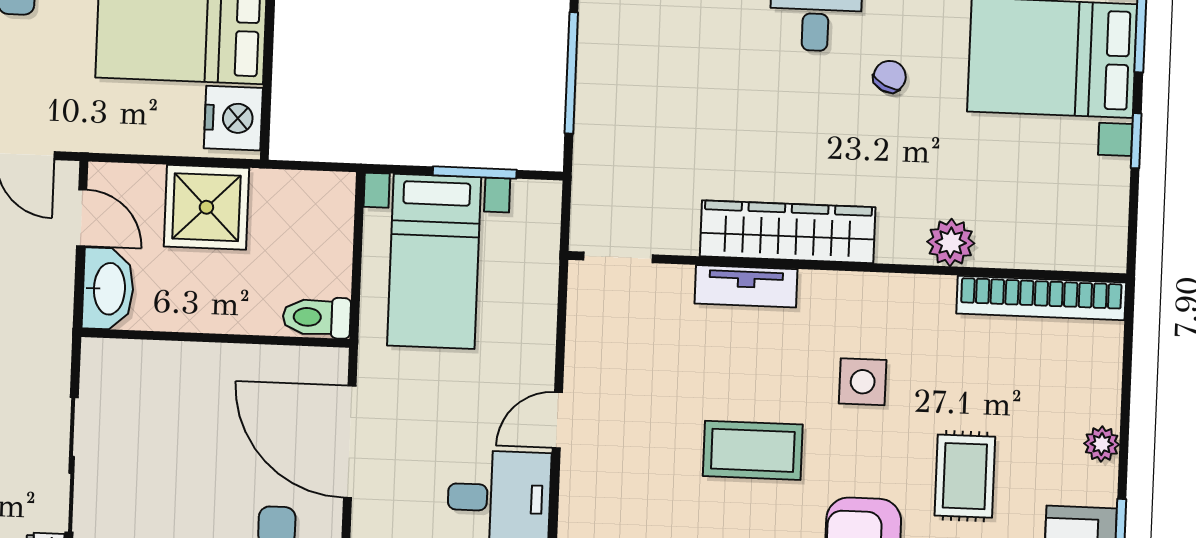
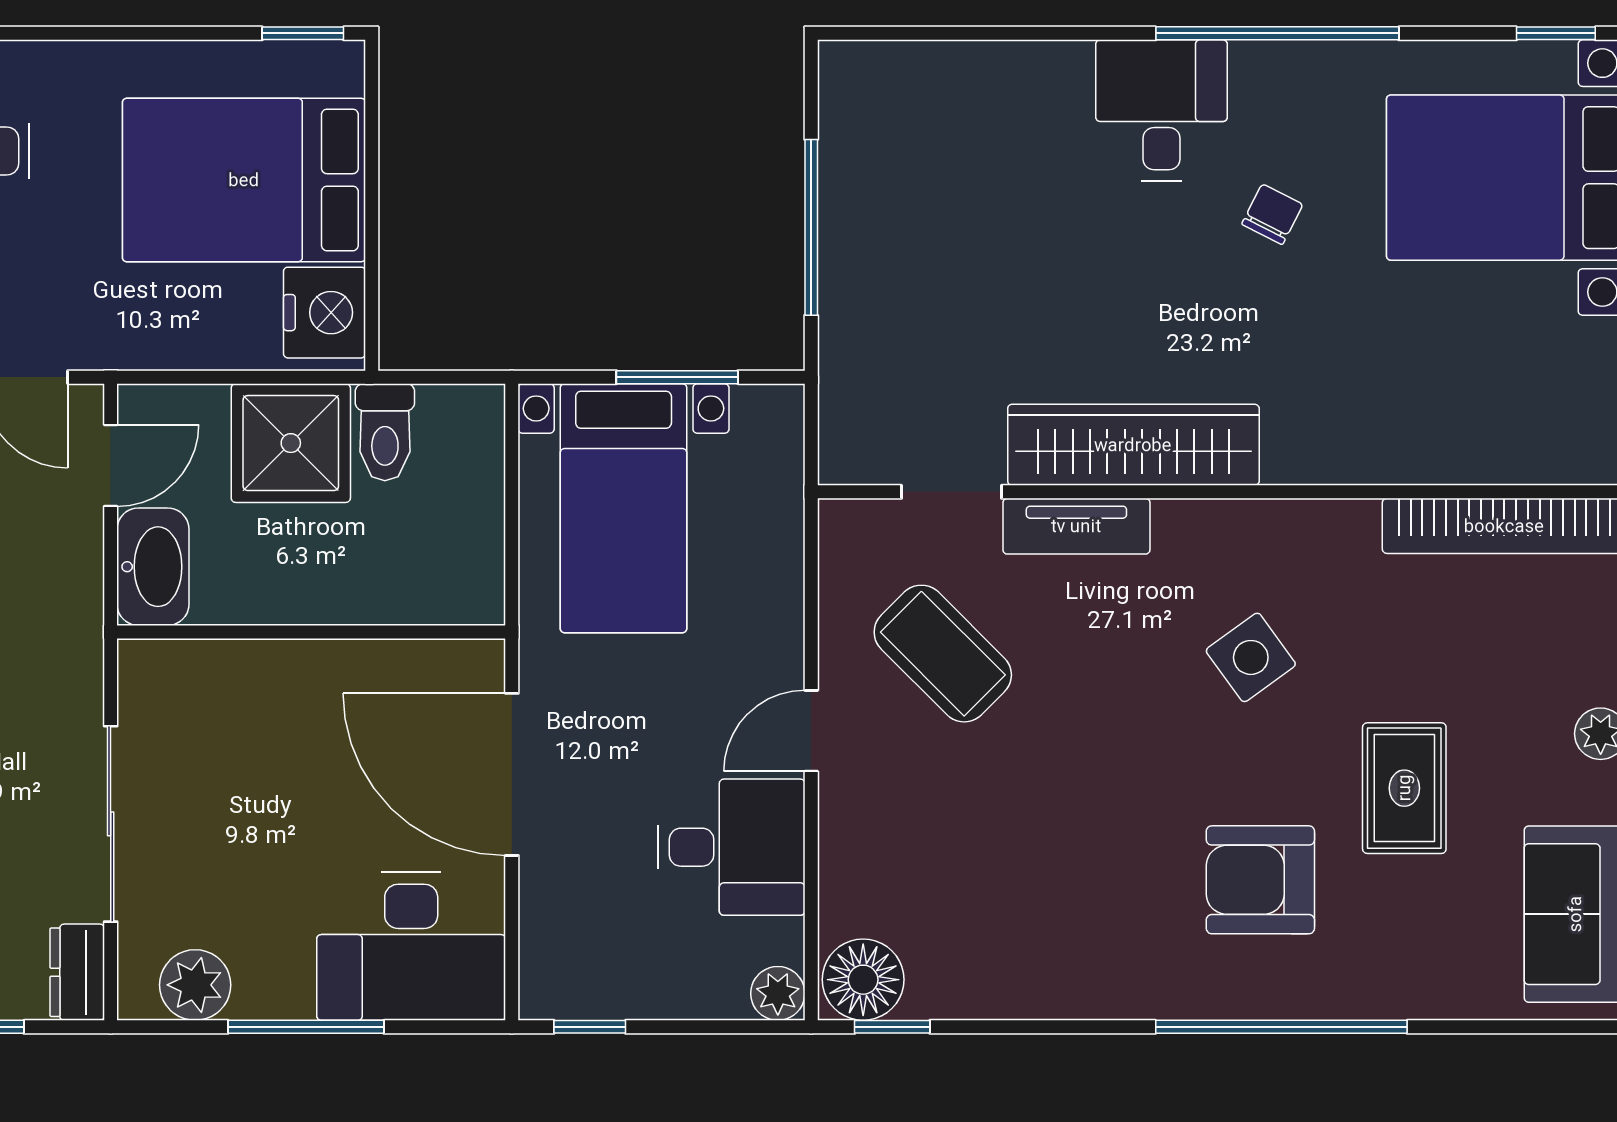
door: (82, 218) -> (111, 466), hinge flipped
plant: (951, 242) -> (1370, 451), removed
doorway: (618, 257) -> (951, 492), moved
toilet: (317, 317) -> (385, 432), moved, turned -90
side table: (863, 382) -> (1251, 657), turned -36
coffee table: (753, 450) -> (943, 654), moved, turned 45

